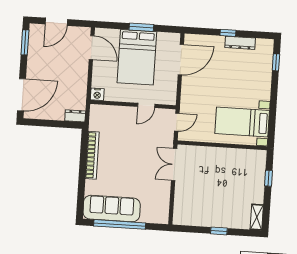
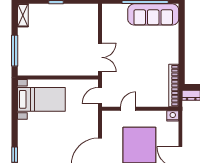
bookcase: (92, 155) -> (174, 86), moved
window: (268, 178) -> (15, 51), width x2.17

